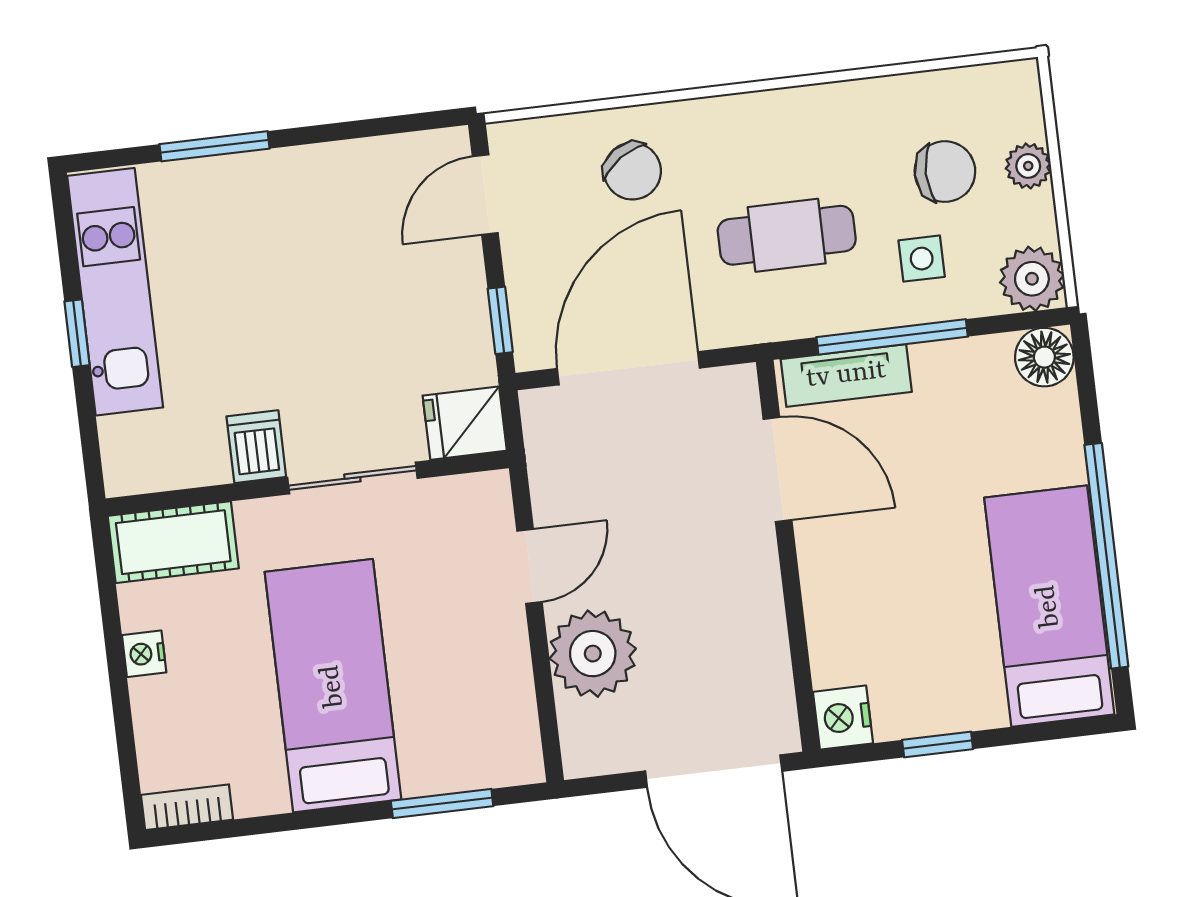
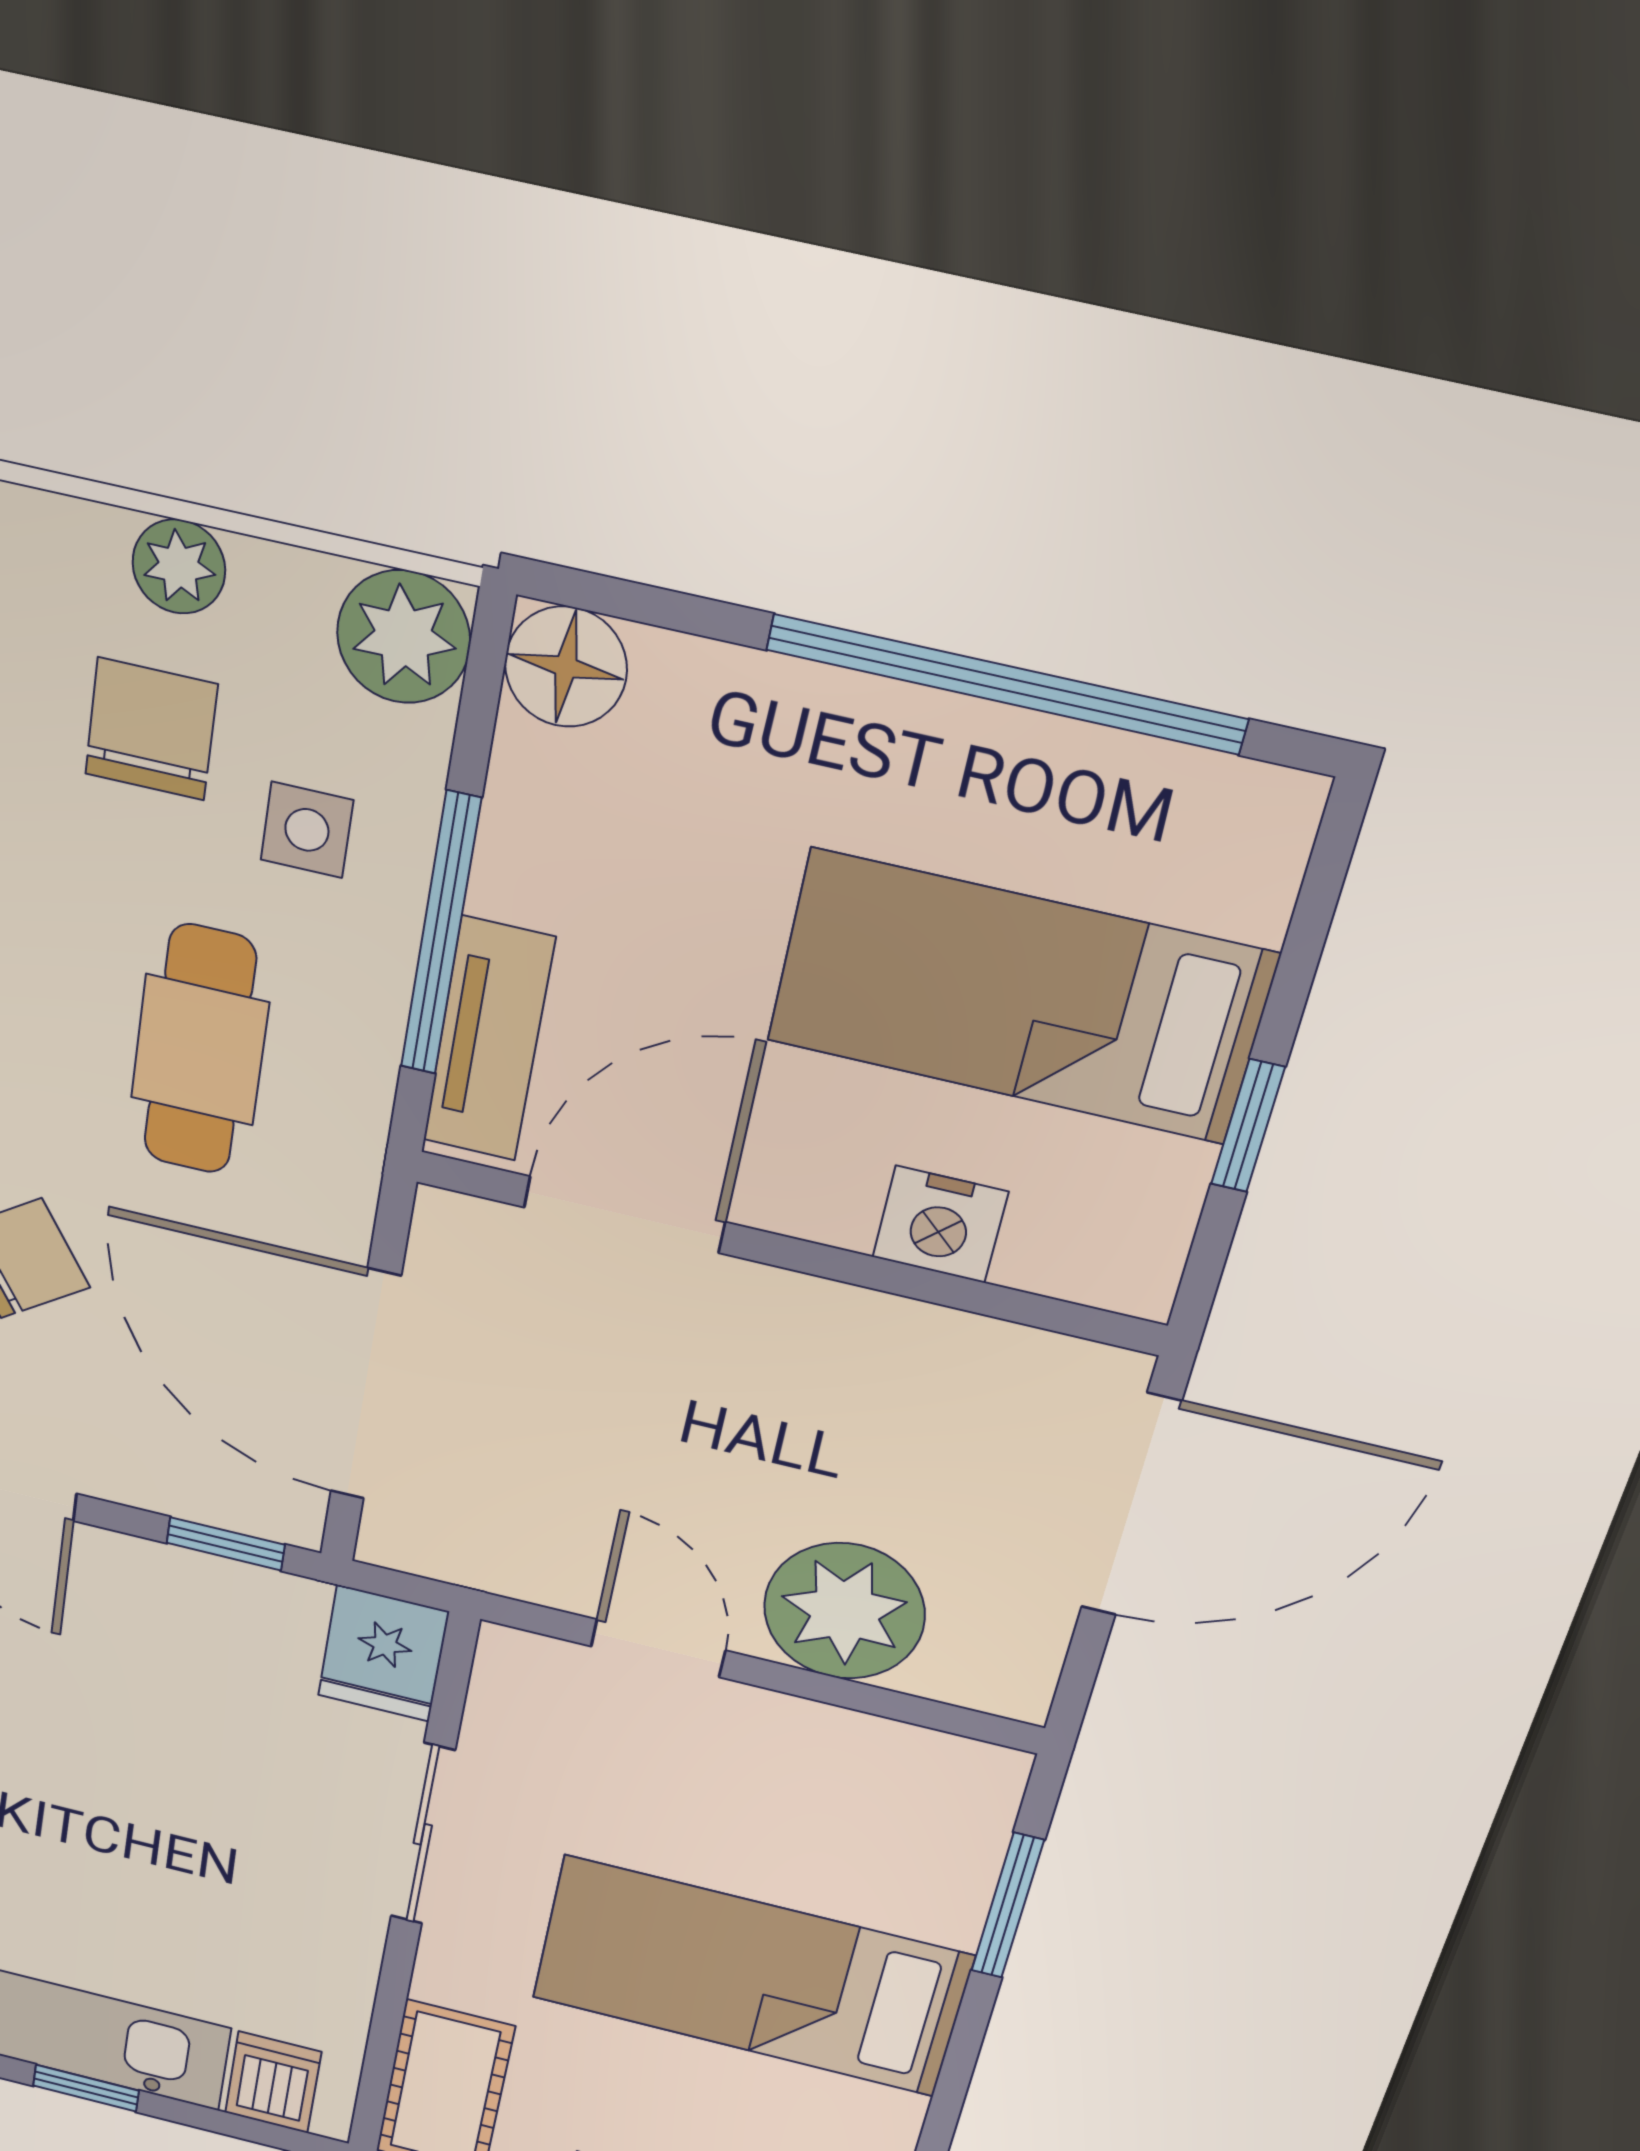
dishwasher: (256, 447) -> (273, 2082), moved, turned 90
bed: (1049, 606) -> (1020, 997), moved
nightstand: (843, 718) -> (940, 1225), moved

